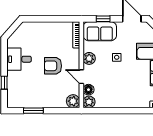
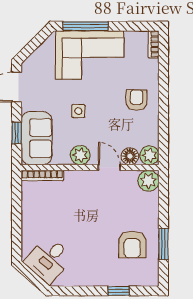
desk: (19, 59) -> (49, 260), moved, turned 42
armchair: (53, 66) -> (132, 245), moved
door: (81, 77) -> (109, 167), swing flipped
armchair: (124, 94) -> (137, 100), added

